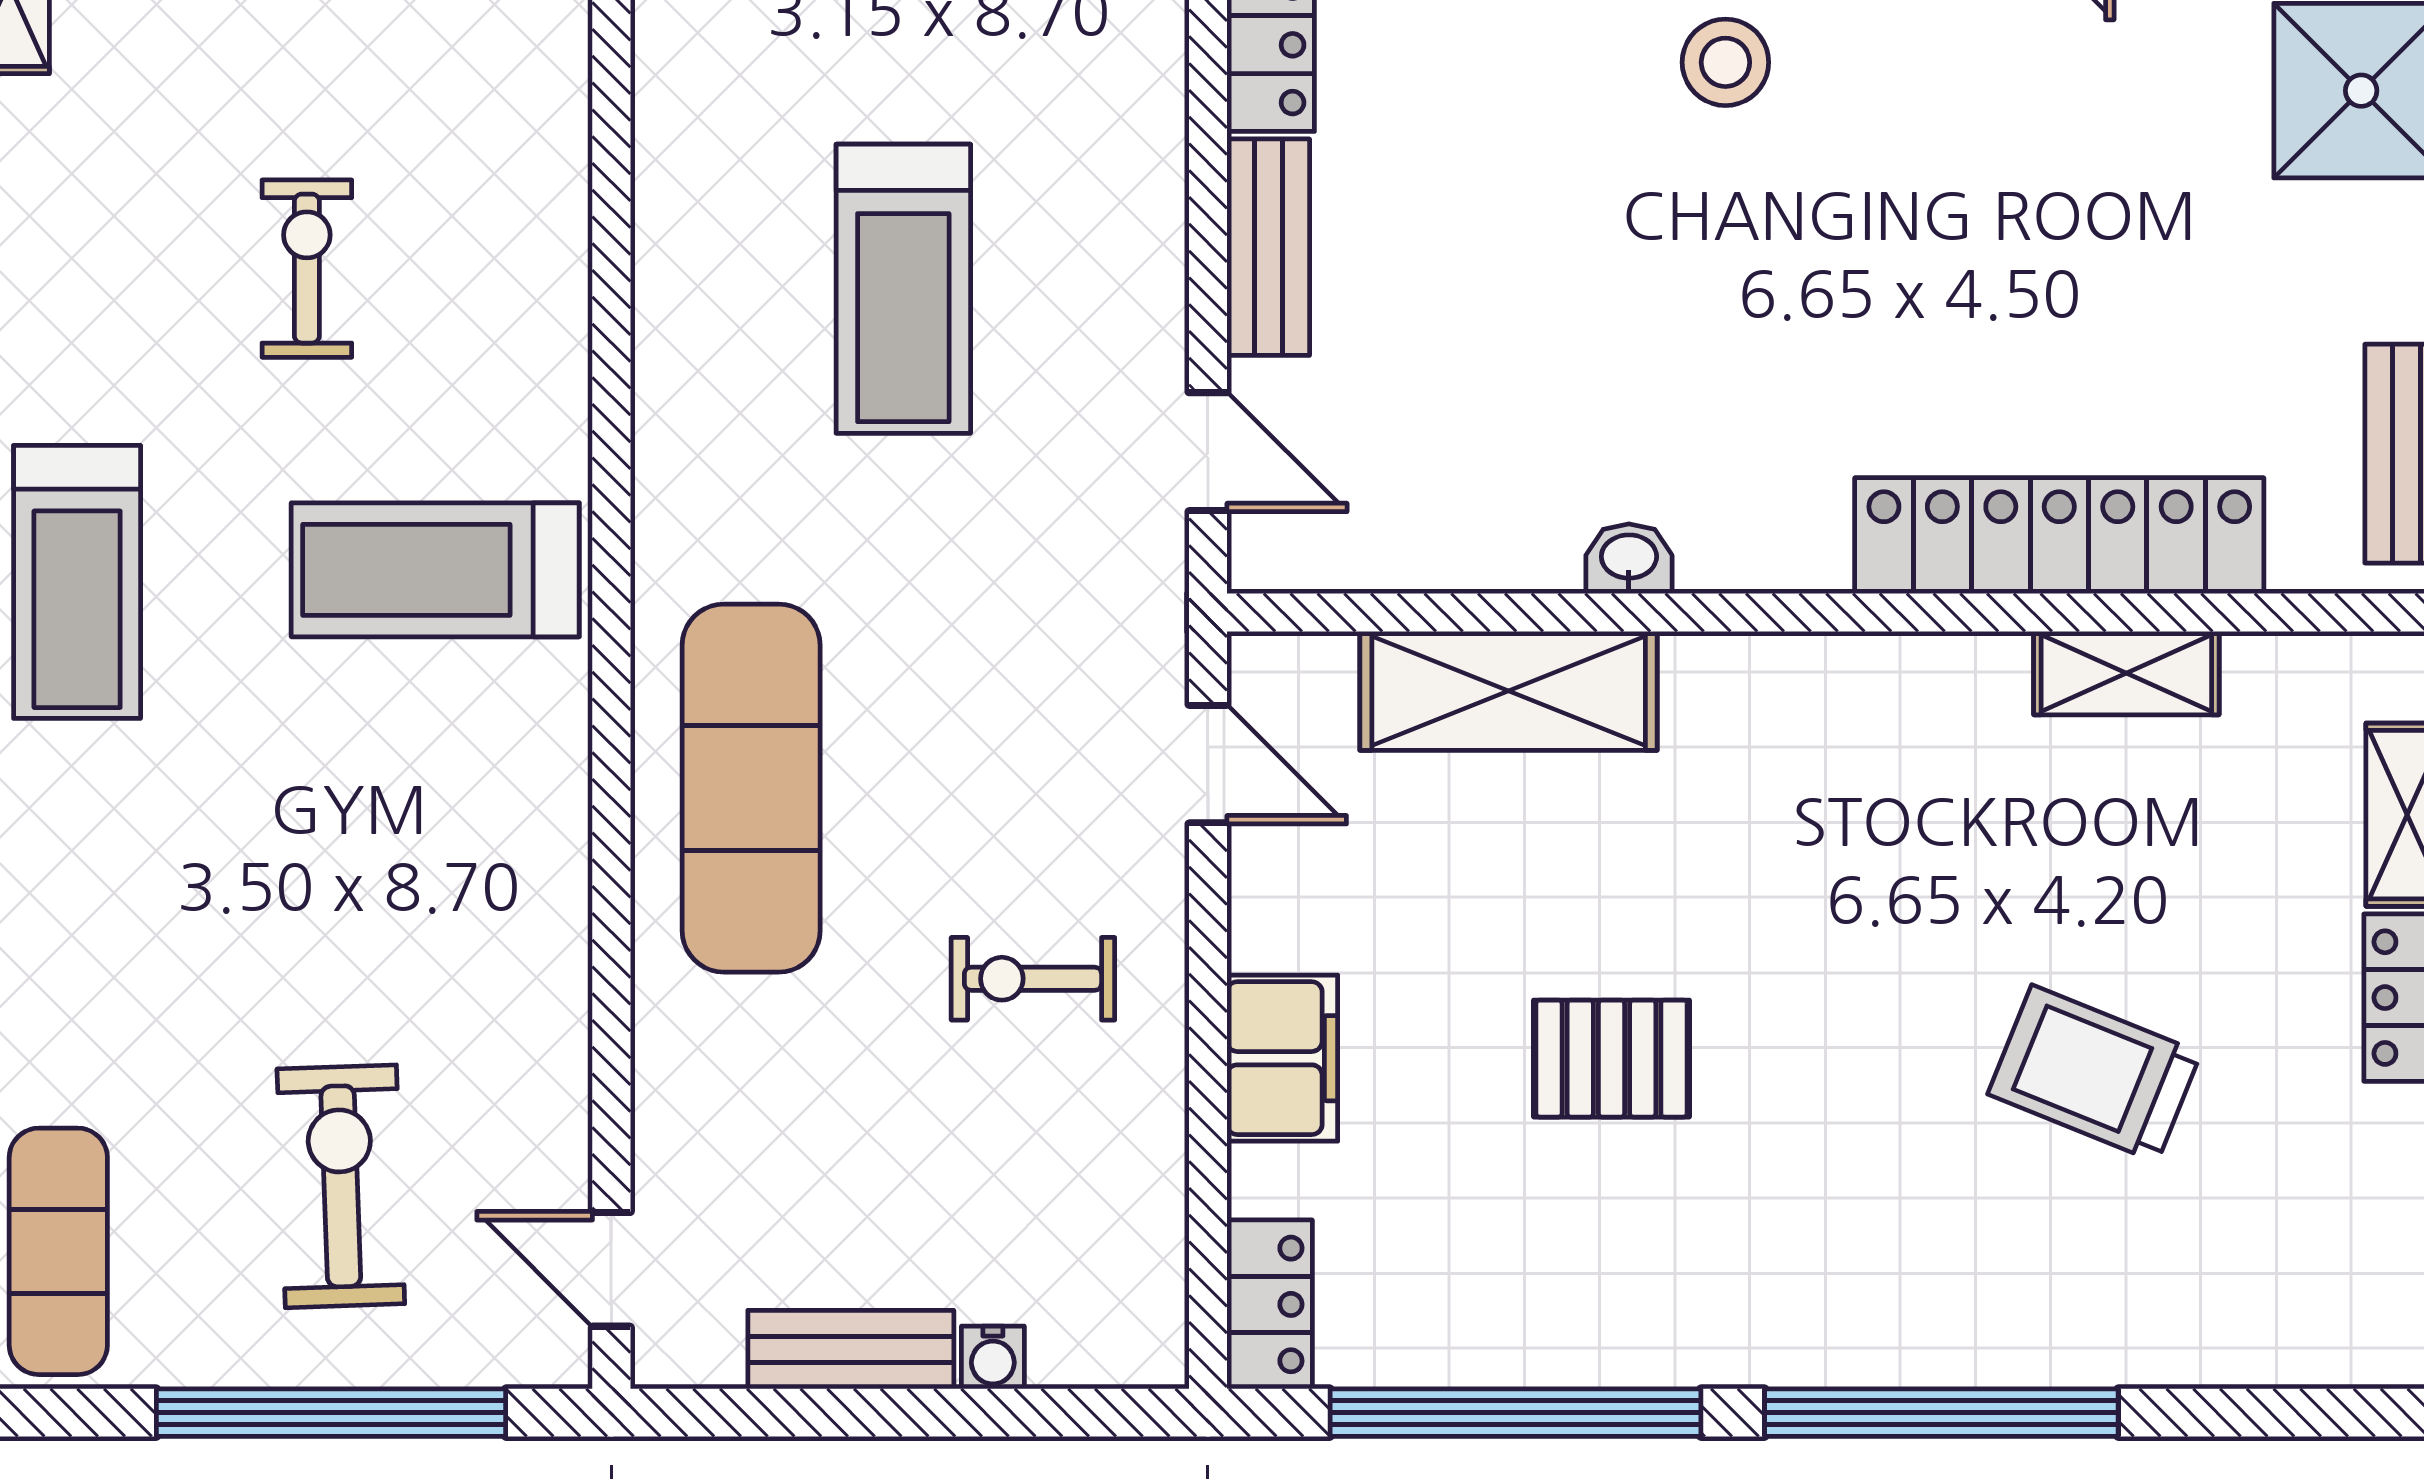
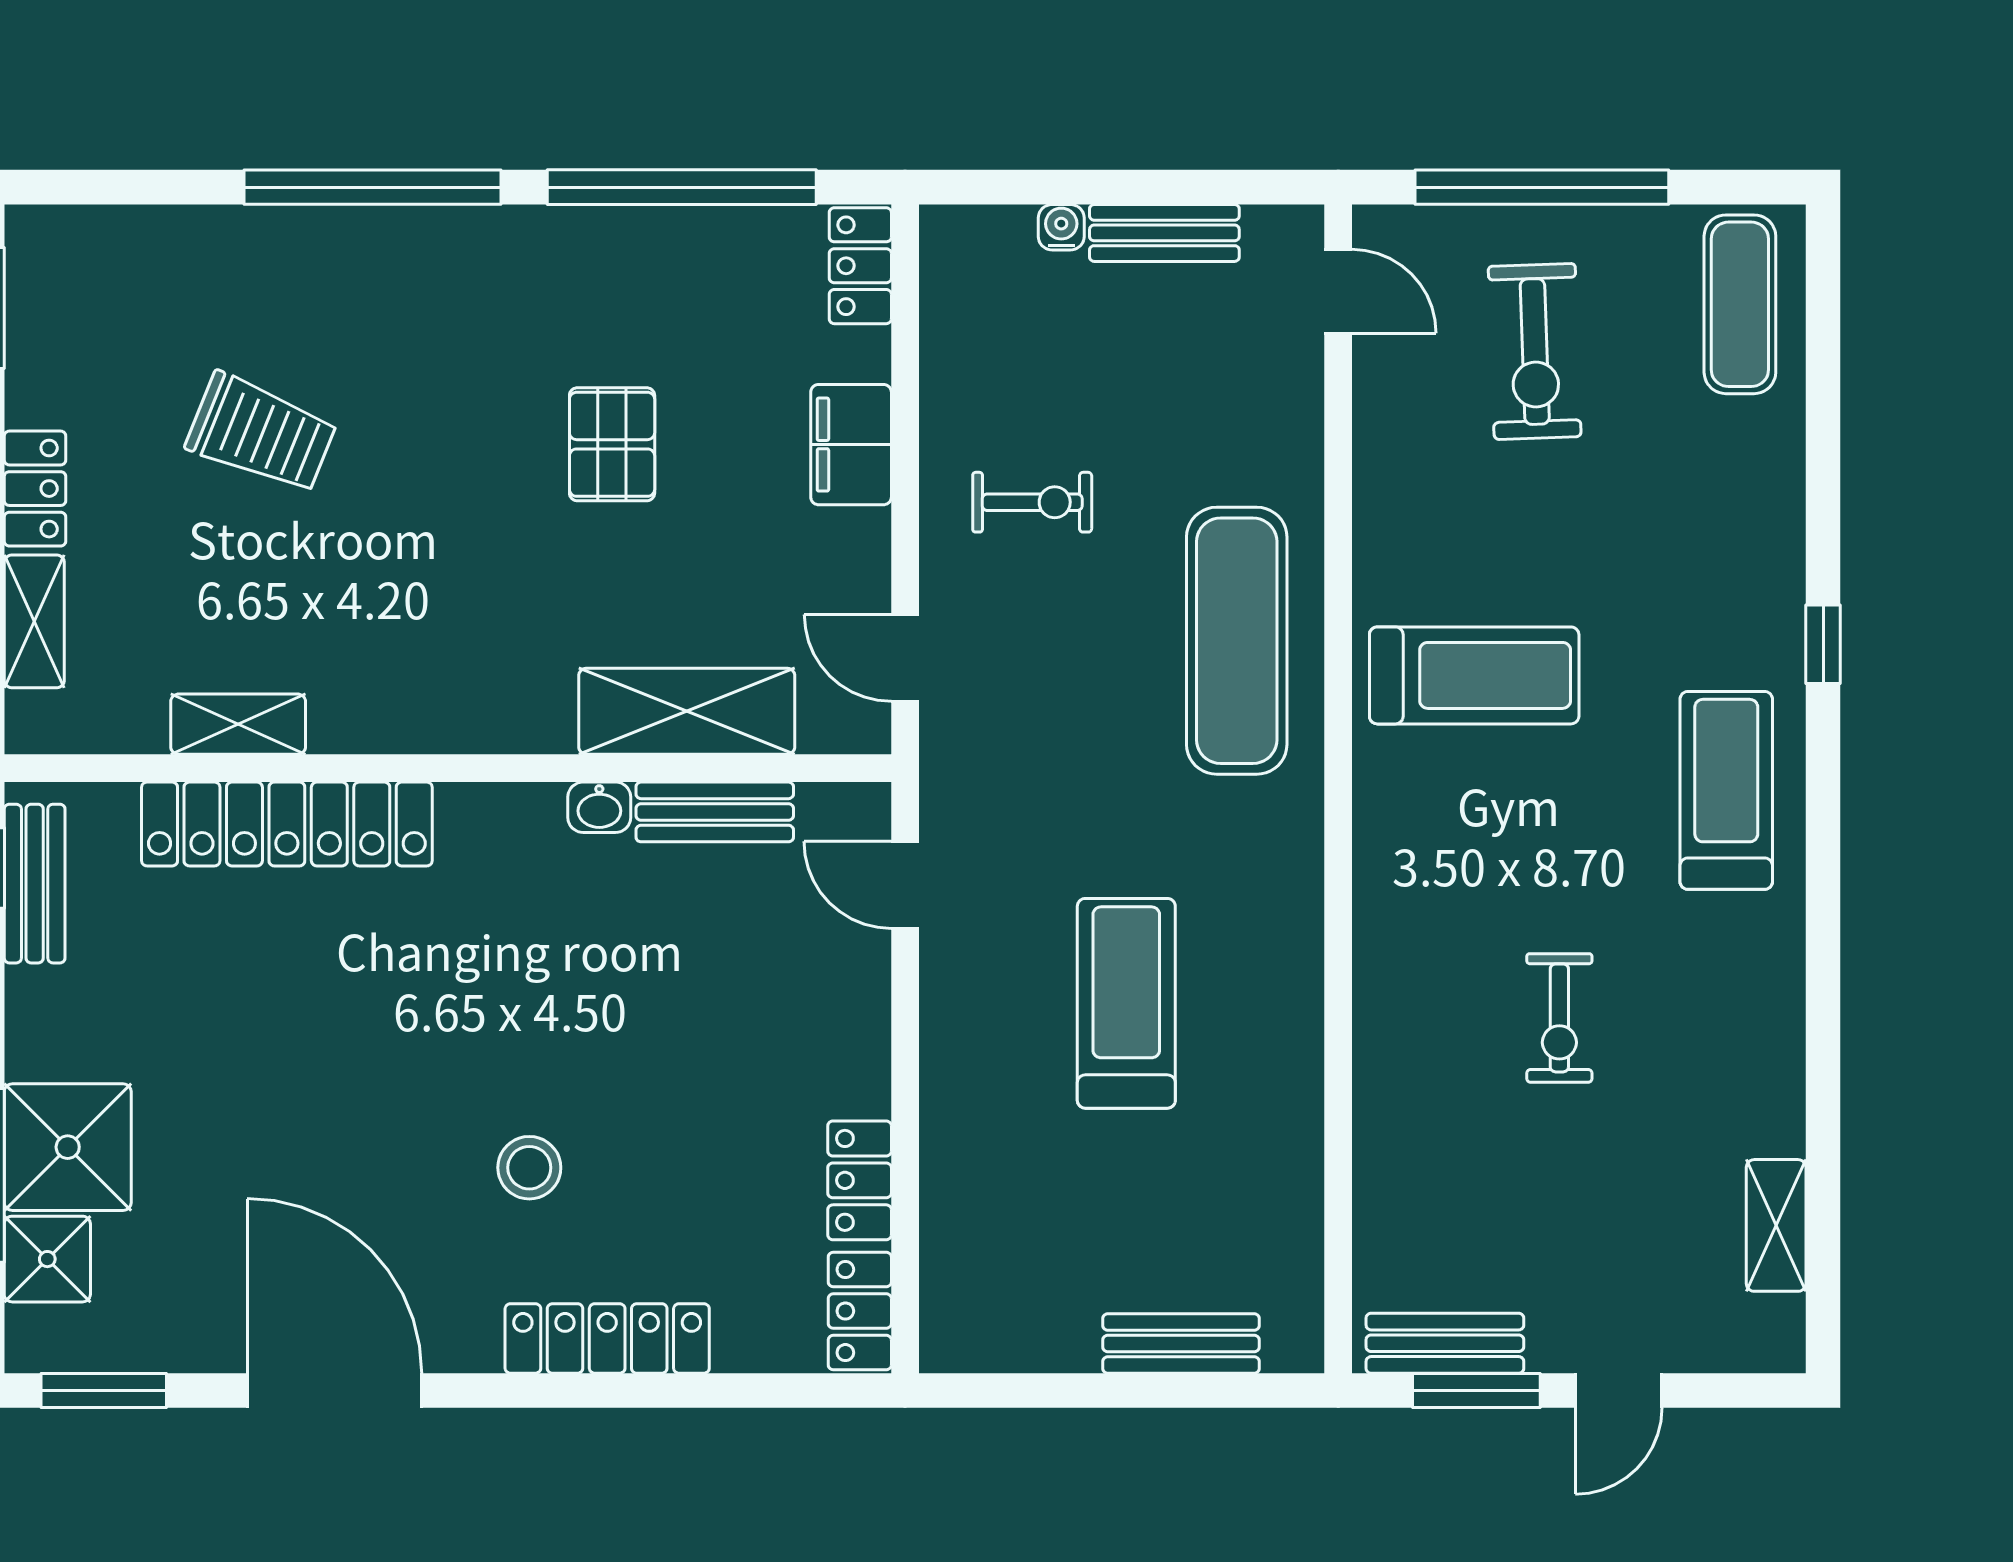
bench: (1268, 247) -> (715, 812), moved, turned 90
treadmill: (435, 570) -> (1474, 675), moved
pallet: (1611, 1059) -> (612, 444), turned 90

